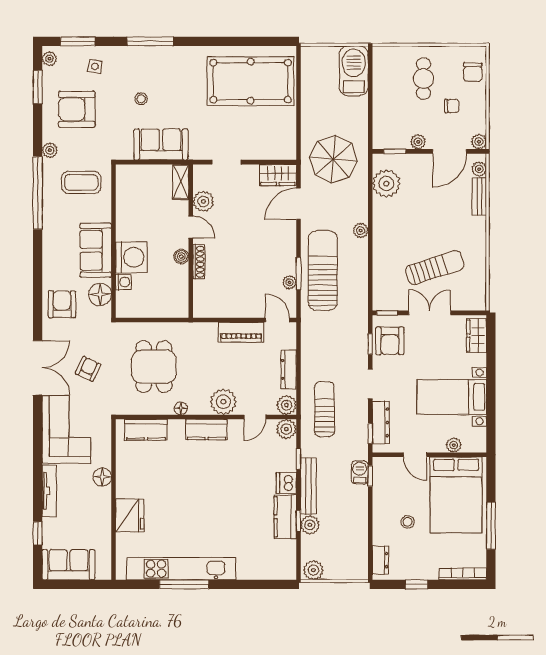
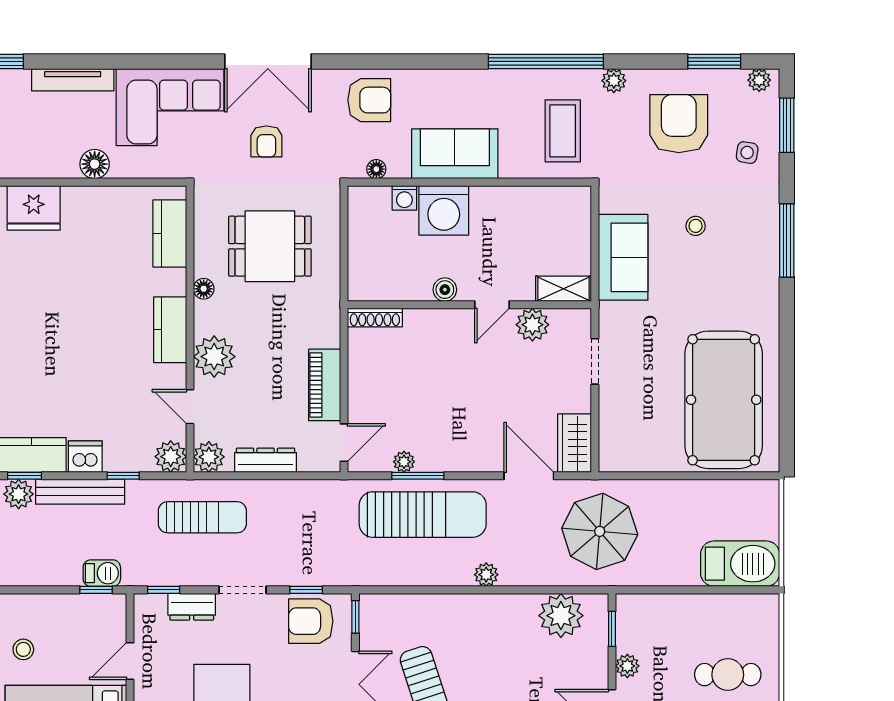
shoe rack: (199, 262) -> (375, 317), moved
floor lamp: (100, 294) -> (376, 169), width x0.53, depth x0.53
armchair: (88, 369) -> (266, 141), turned 65
dresser: (381, 422) -> (192, 607), width x0.70

